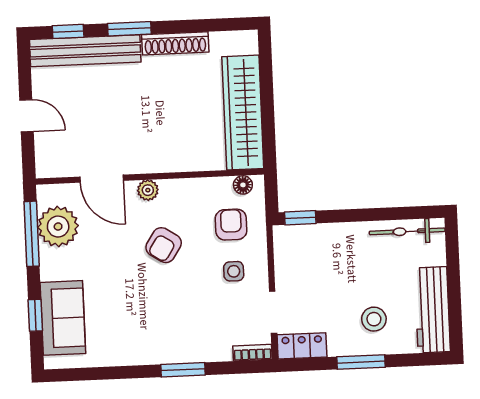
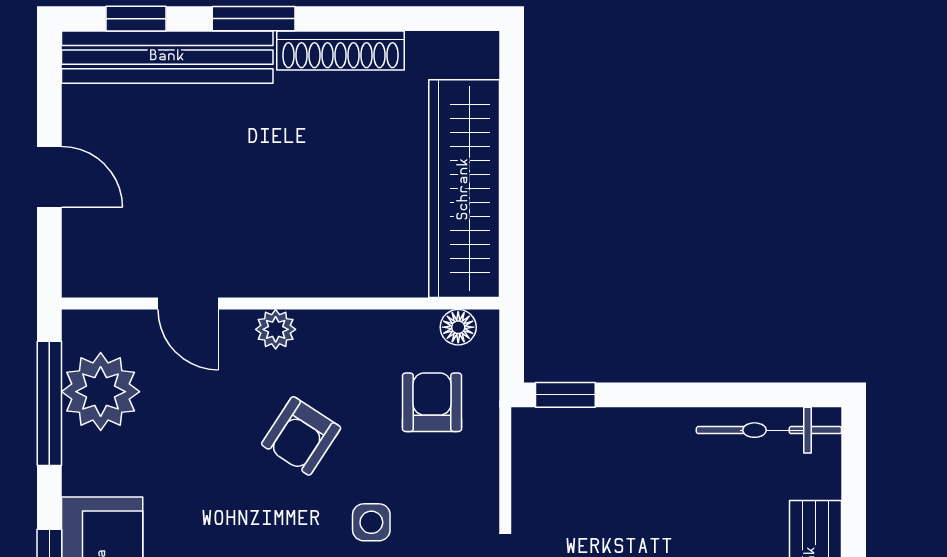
door: (102, 179) -> (188, 303), width x0.73
side table: (234, 271) -> (371, 522), moved

